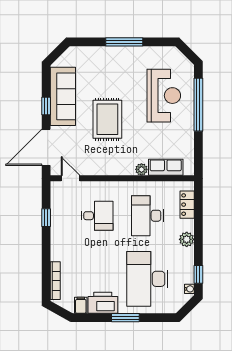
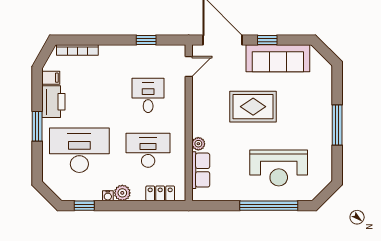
desk: (97, 216) -> (148, 95), turned 180
water cooler: (189, 289) -> (108, 196), moved

